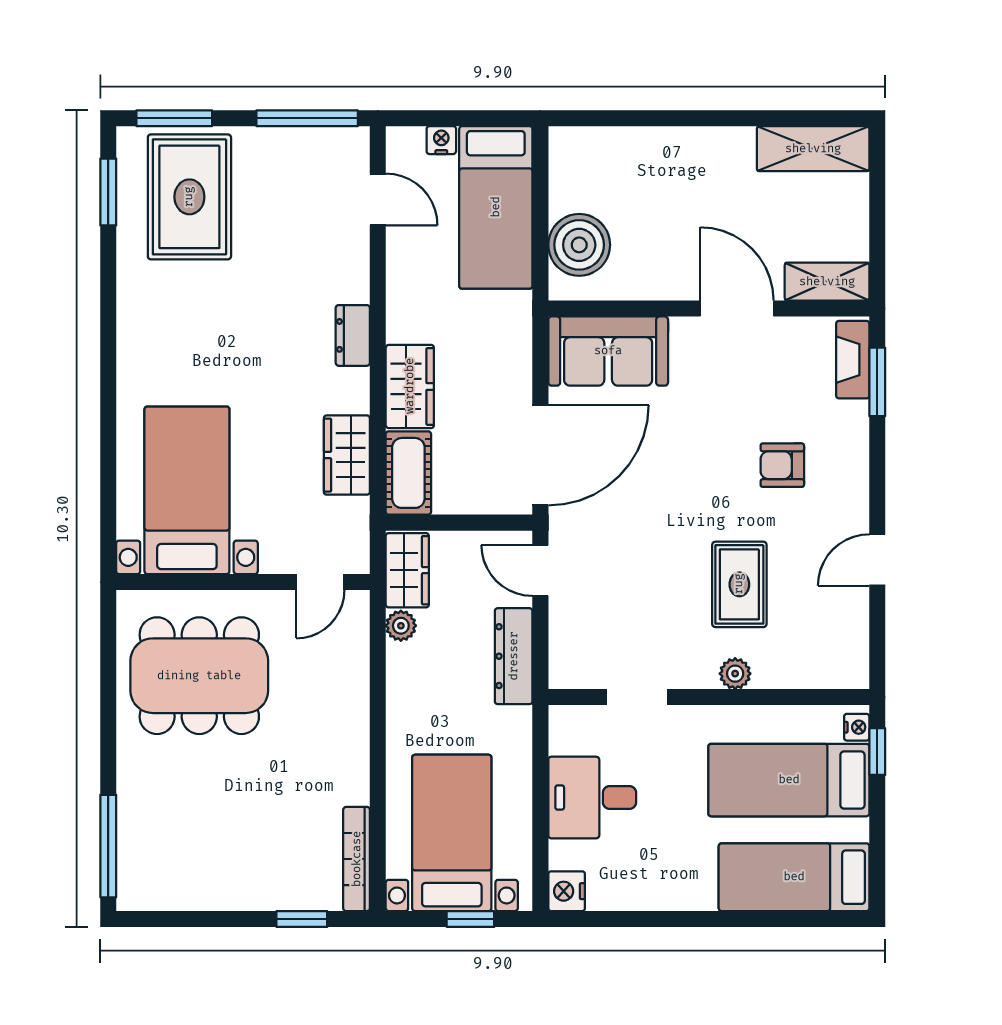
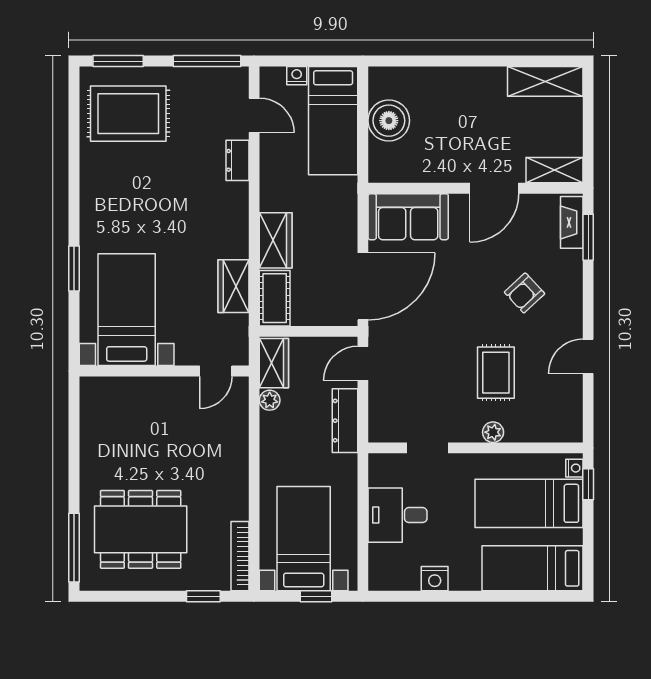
window: (108, 192) -> (74, 268), moved
rug: (189, 197) -> (128, 114), turned 90
boiler: (579, 245) -> (389, 121), moved
door: (737, 309) -> (494, 188), swing flipped
dresser: (353, 335) -> (237, 160), moved
armchair: (782, 465) -> (525, 293), turned -43
door: (540, 571) -> (363, 363), hinge flipped
dining table: (199, 676) -> (141, 529), moved
nightstand: (567, 891) -> (435, 579), moved, turned -90

